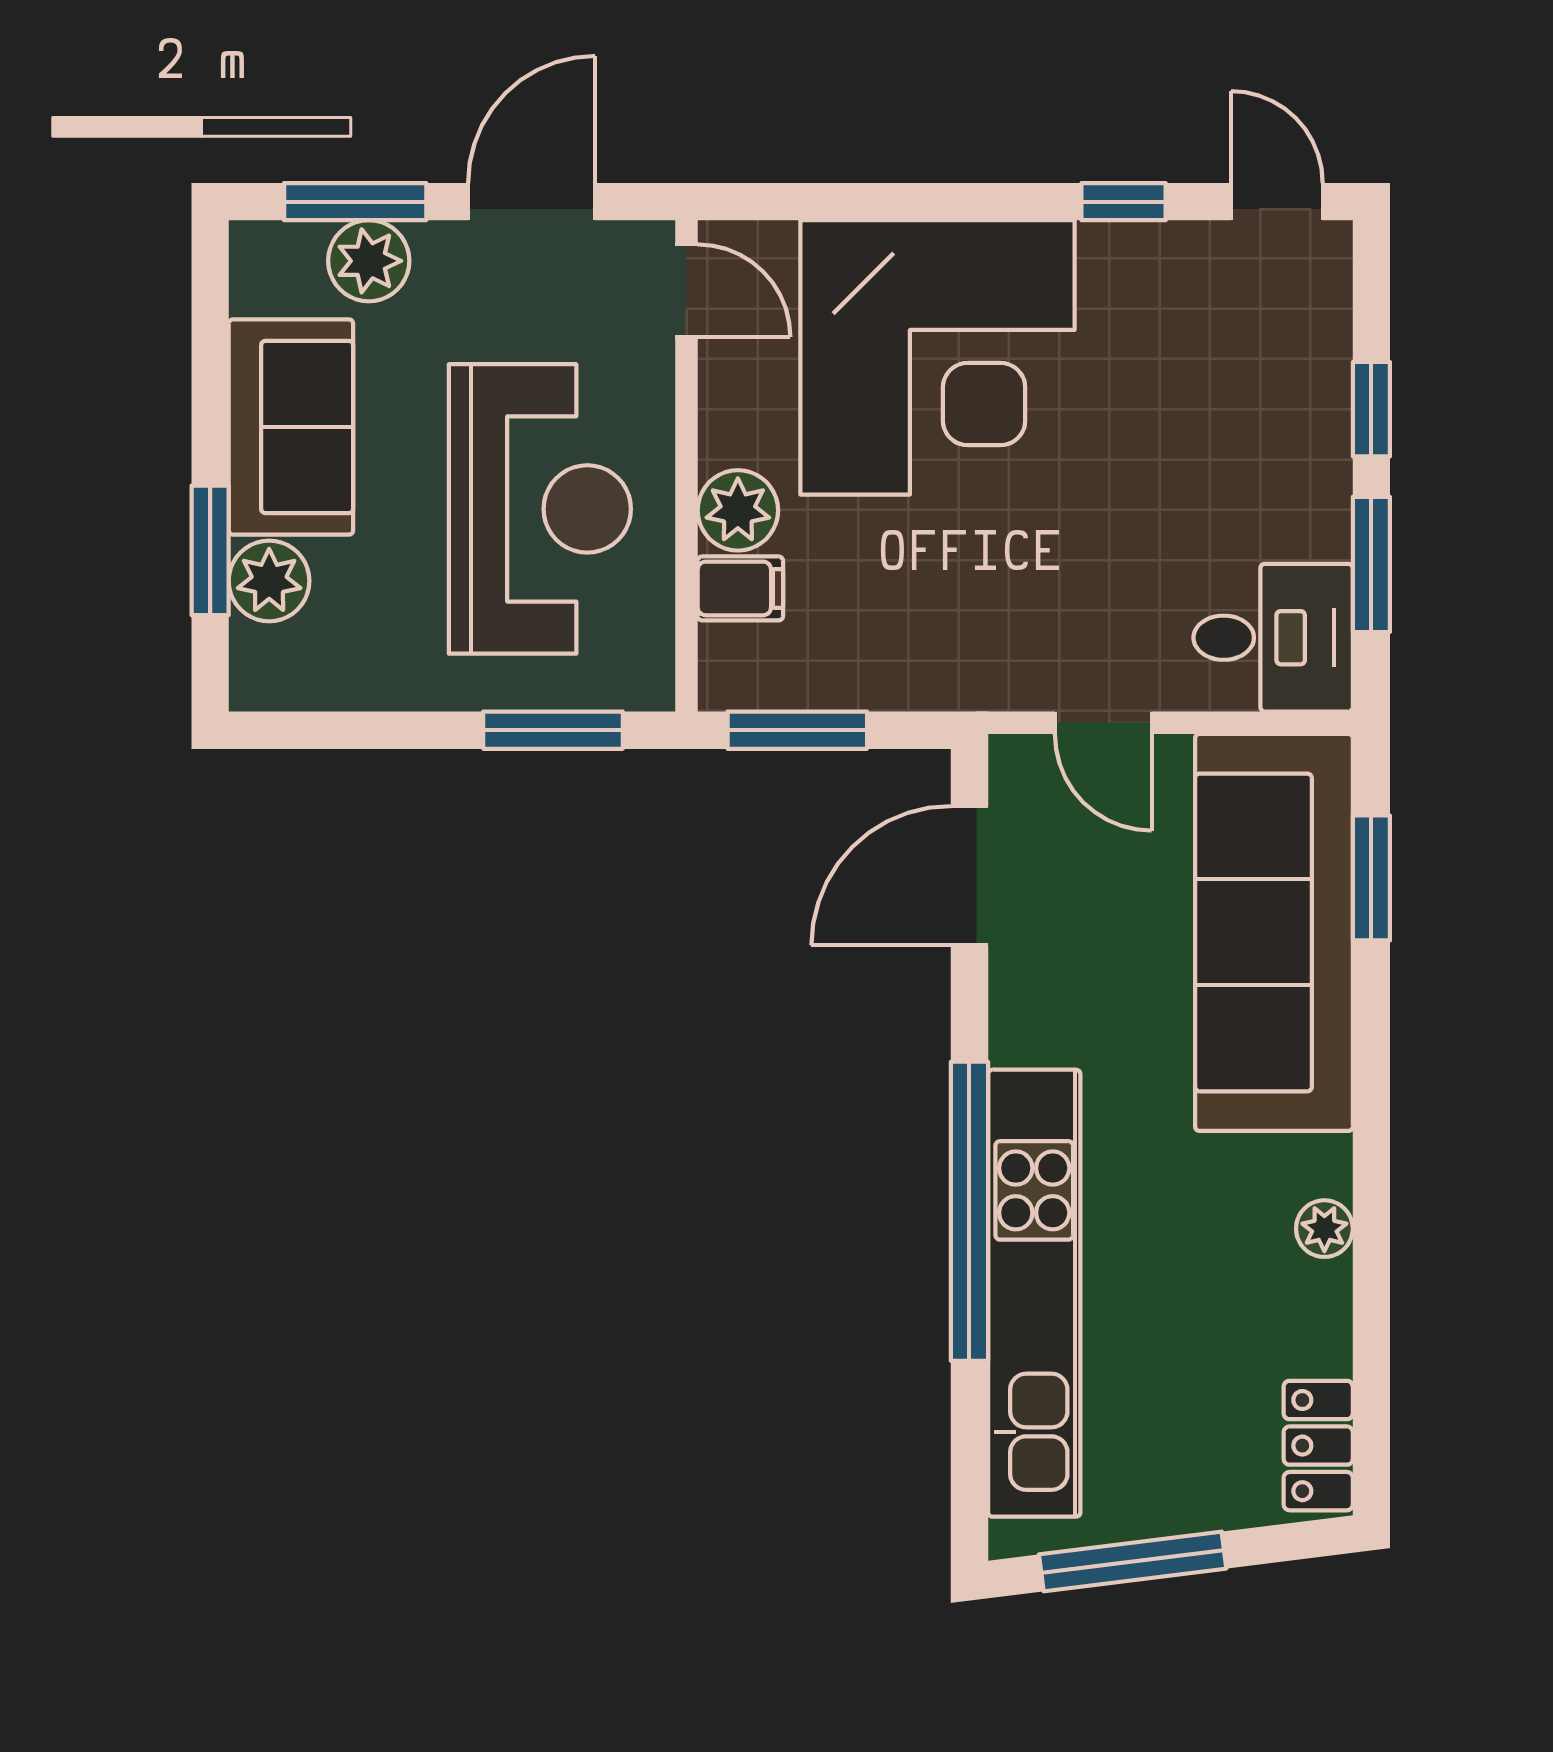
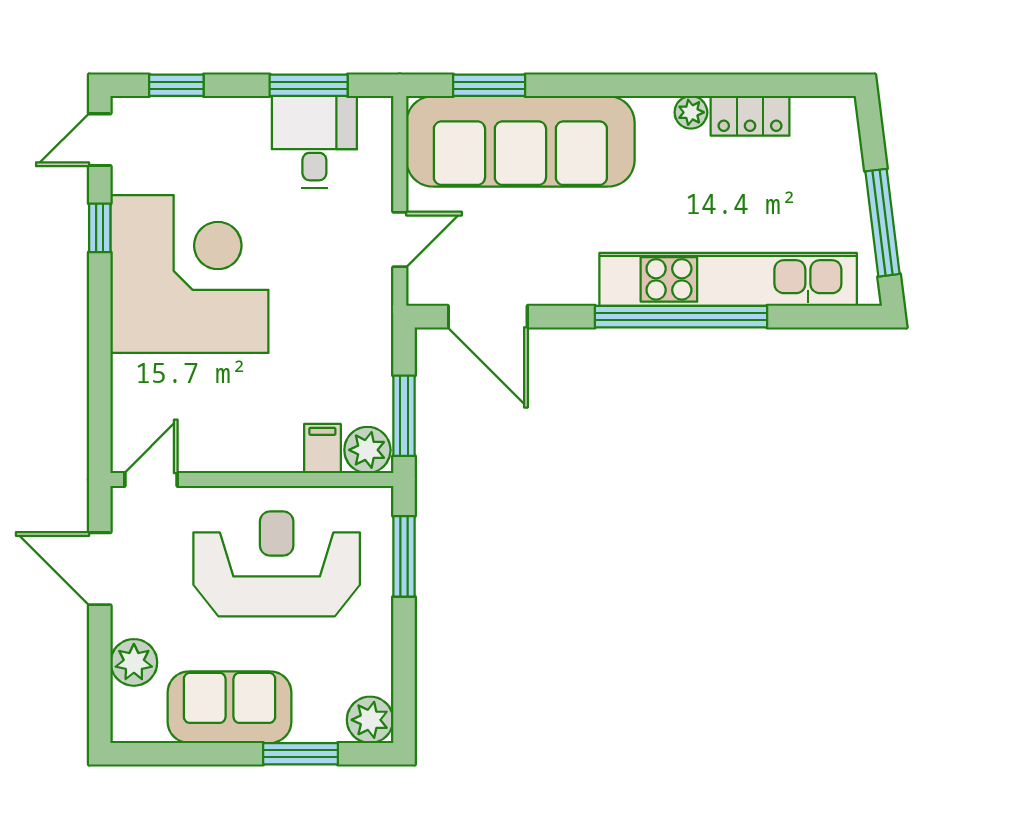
window: (355, 202) -> (100, 670), removed
corner desk: (937, 357) -> (189, 274), moved
window: (1371, 409) -> (176, 85), moved
plant: (738, 510) -> (367, 450), moved
plant: (269, 581) -> (370, 720), moved
desk: (1273, 638) -> (314, 142), moved
locker: (1318, 1446) -> (750, 116), moved

